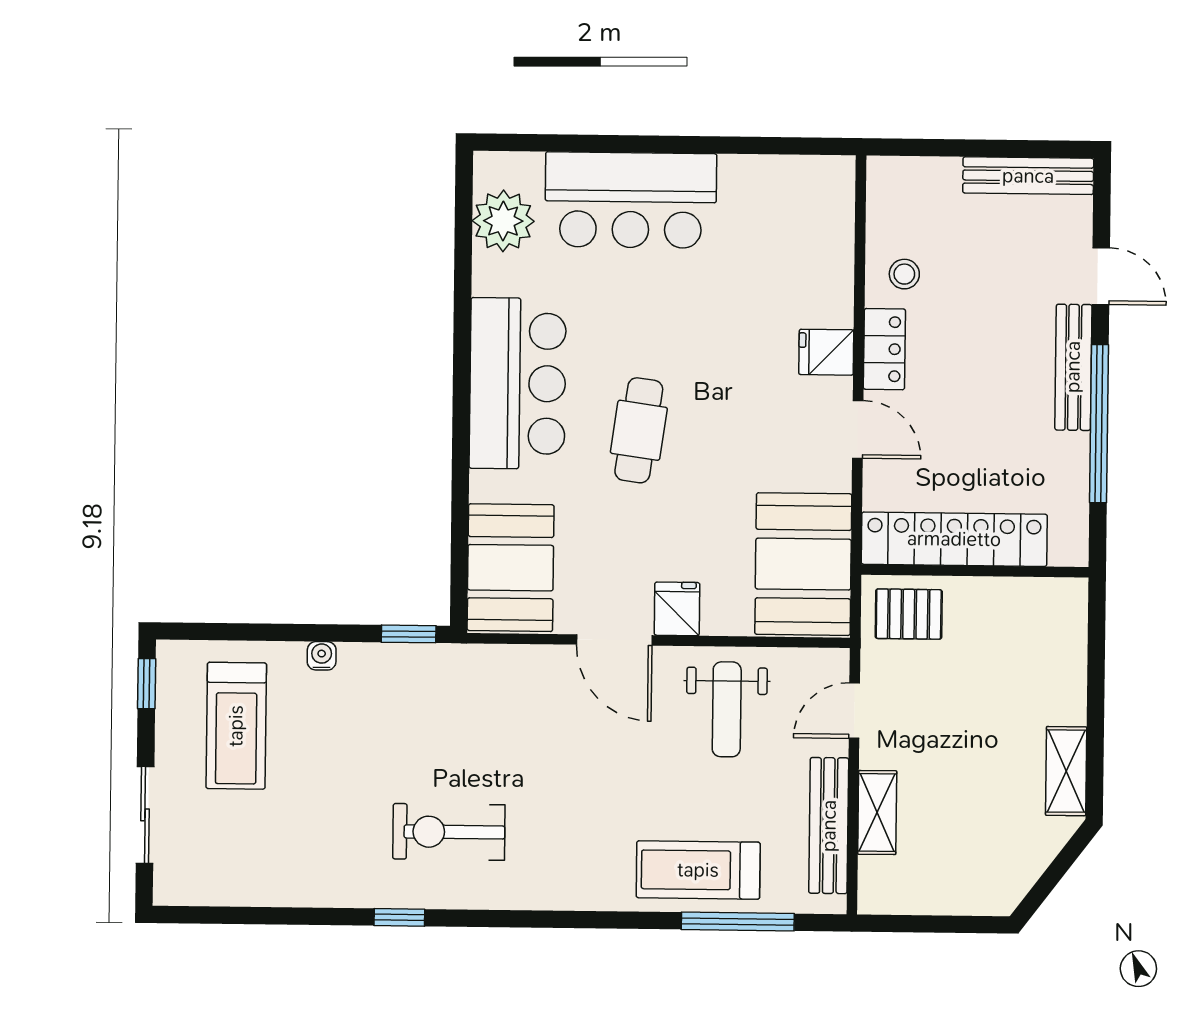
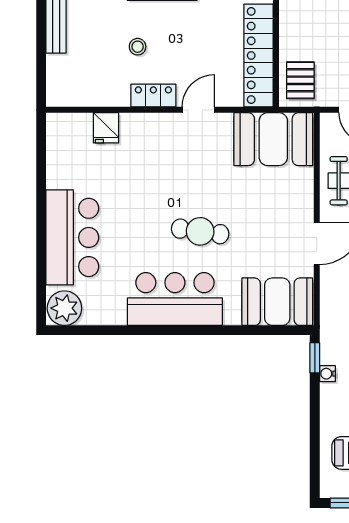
plant: (503, 221) -> (64, 308), moved
stool: (904, 274) -> (138, 47), moved
fridge: (826, 352) -> (106, 128), moved
fridge: (677, 609) -> (299, 209), removed
water cooler: (322, 656) -> (327, 374), moved

